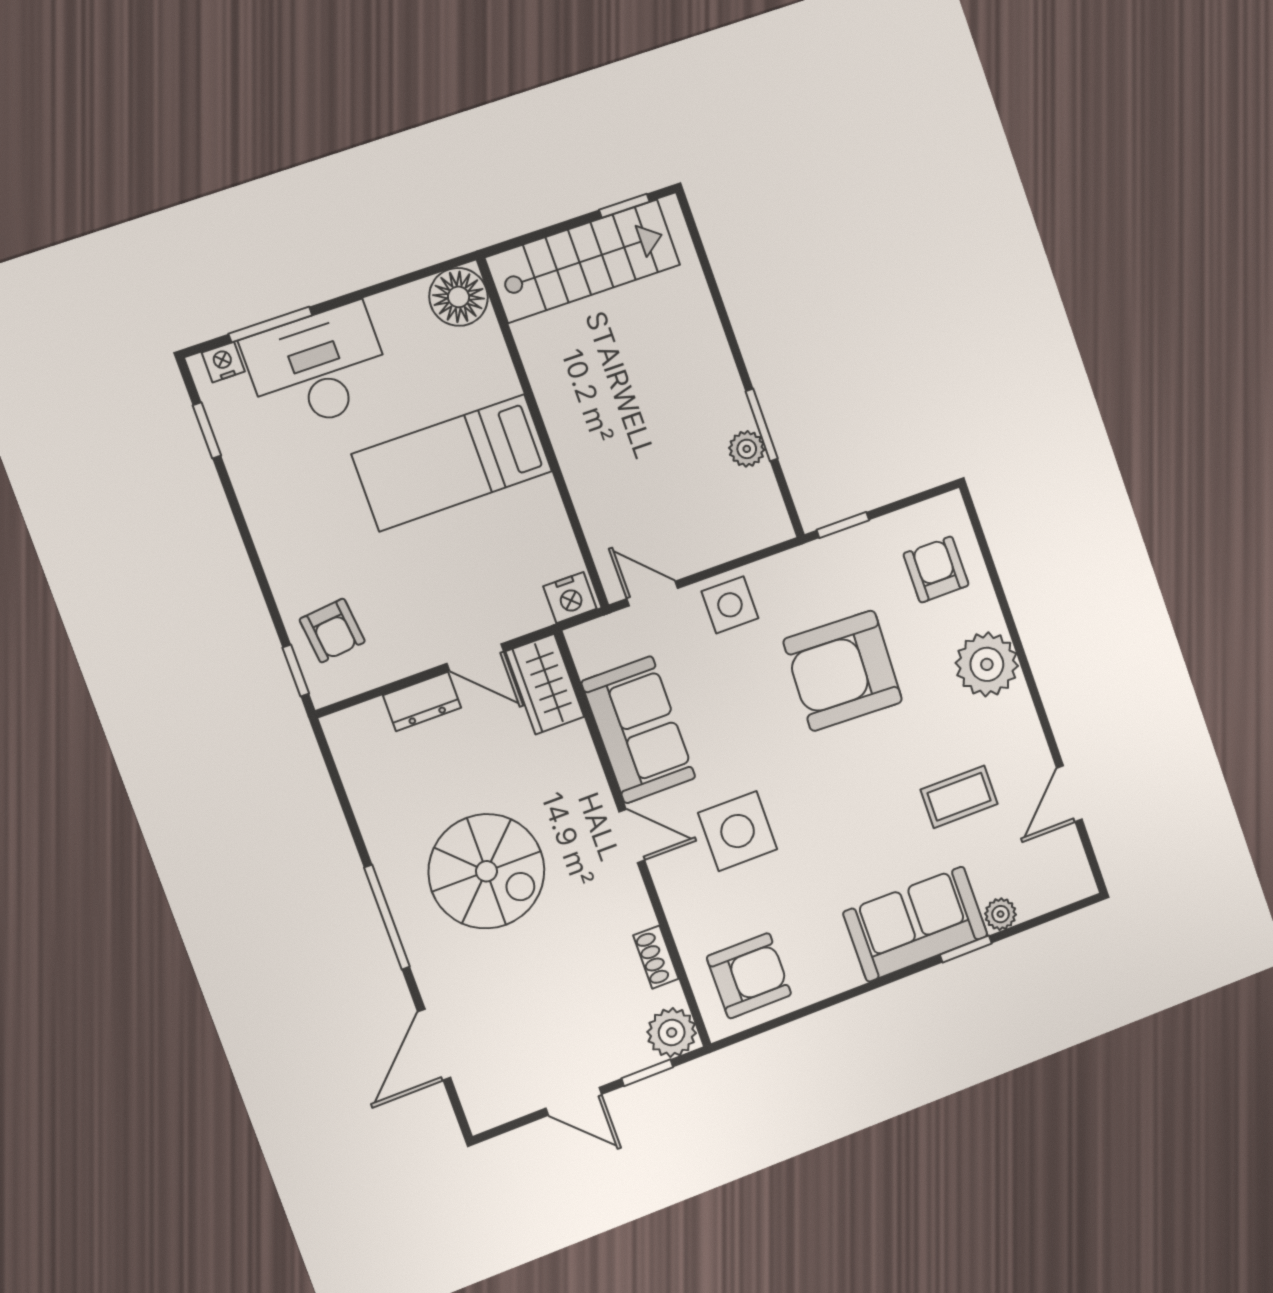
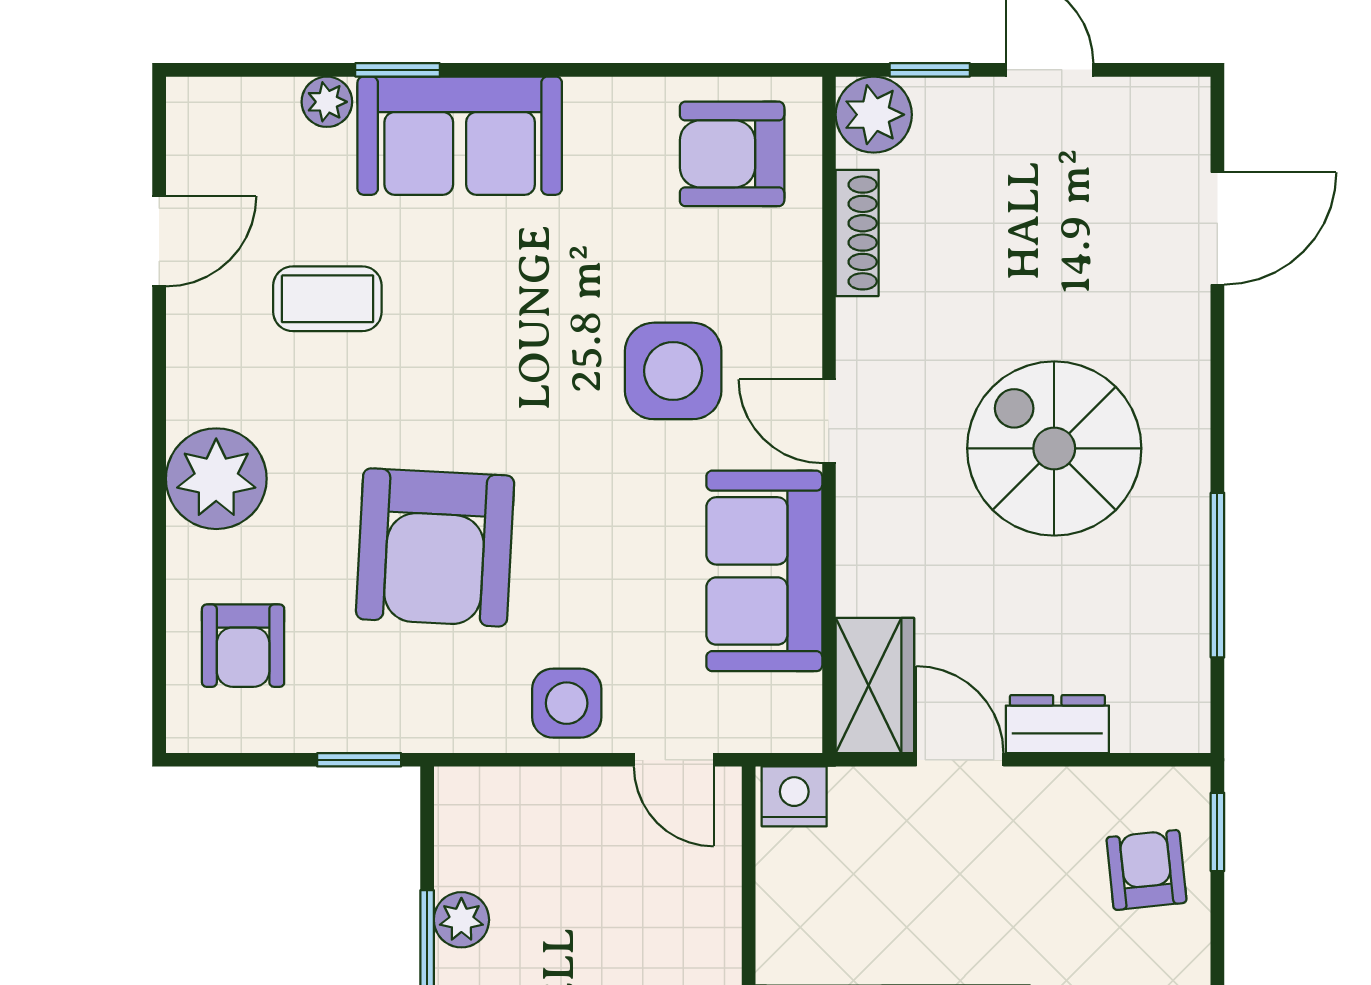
armchair: (843, 671) -> (435, 547), turned 91
window: (387, 917) -> (1217, 575), moved
shoe rack: (656, 957) -> (857, 233), width x1.43

